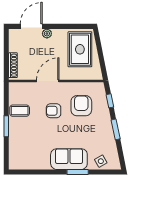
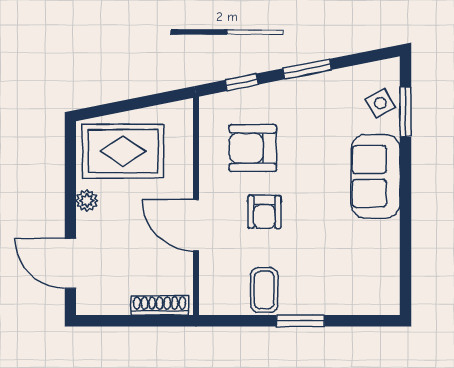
plant: (47, 34) -> (87, 201), moved
window: (78, 172) -> (405, 112), moved

